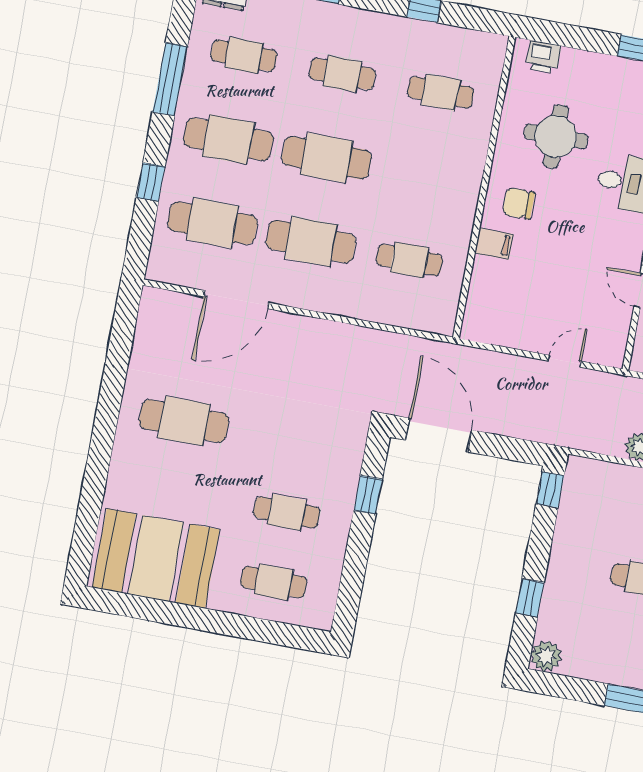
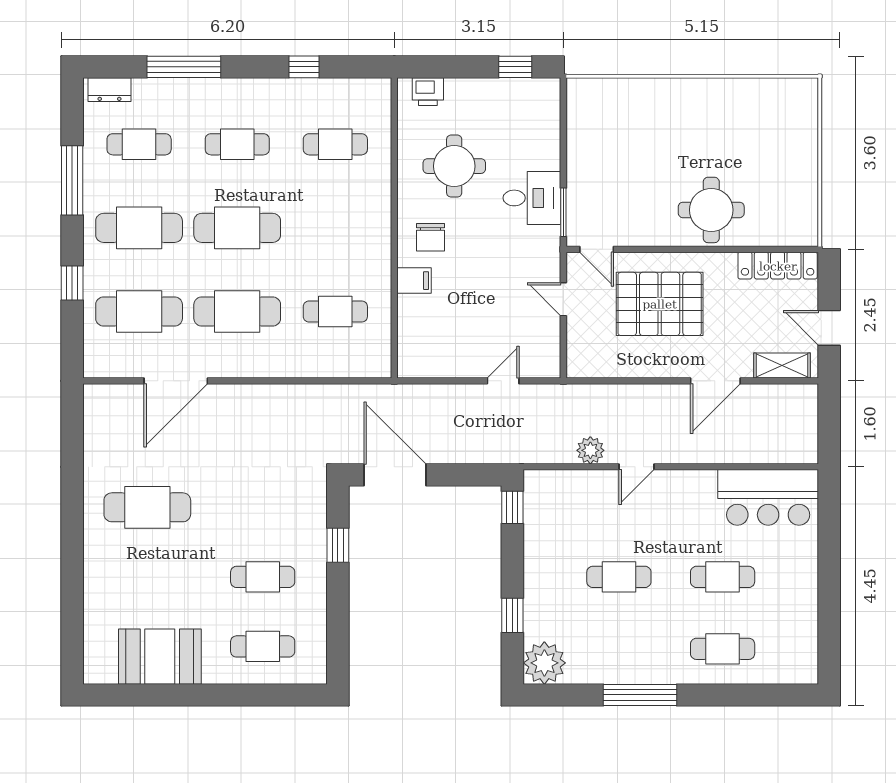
chair: (519, 203) -> (430, 237), turned -90
booth: (156, 558) -> (160, 657), width x0.73, depth x0.70
plant: (546, 656) -> (544, 663), width x1.36, depth x1.36

